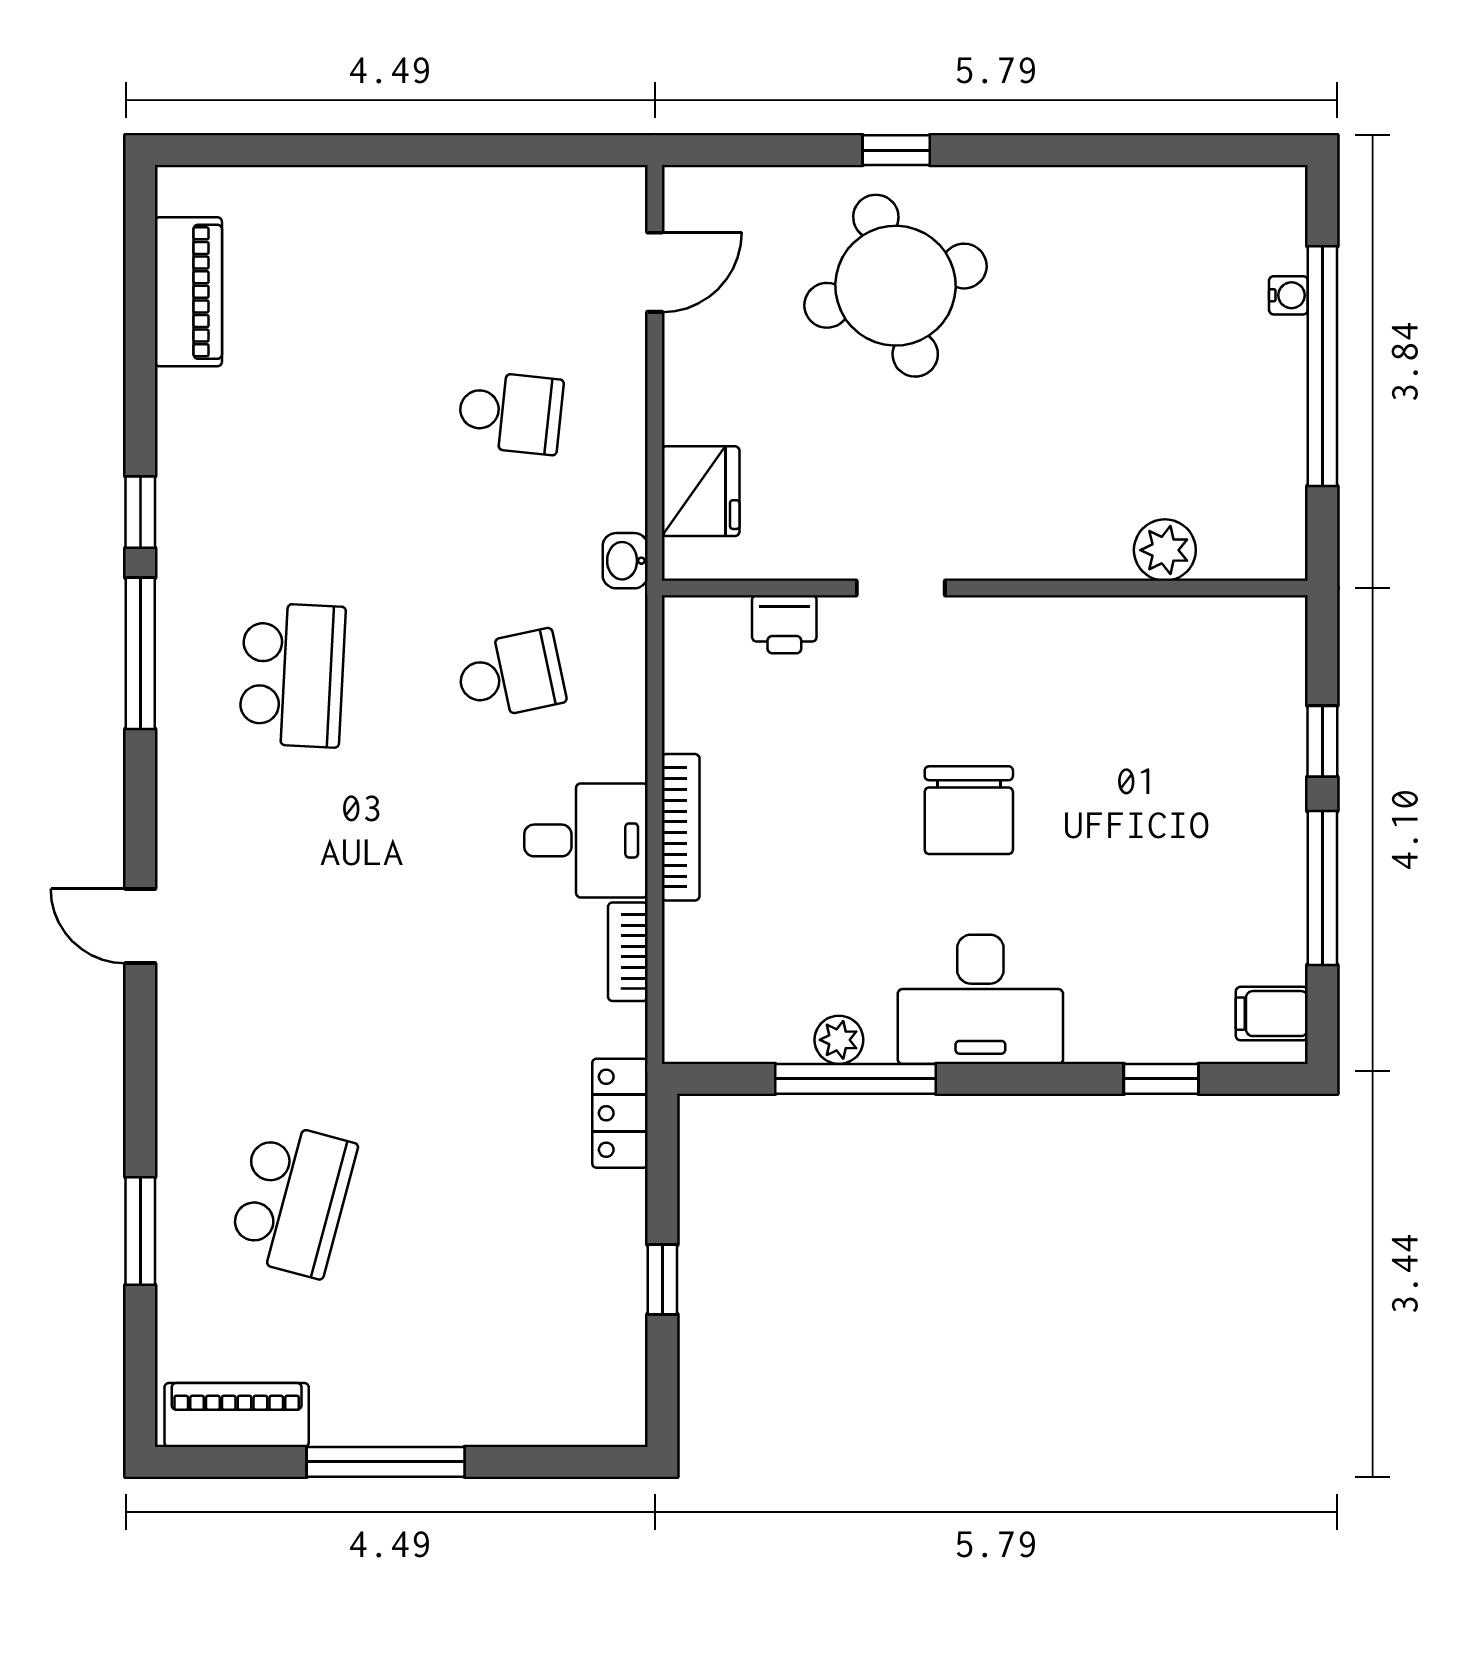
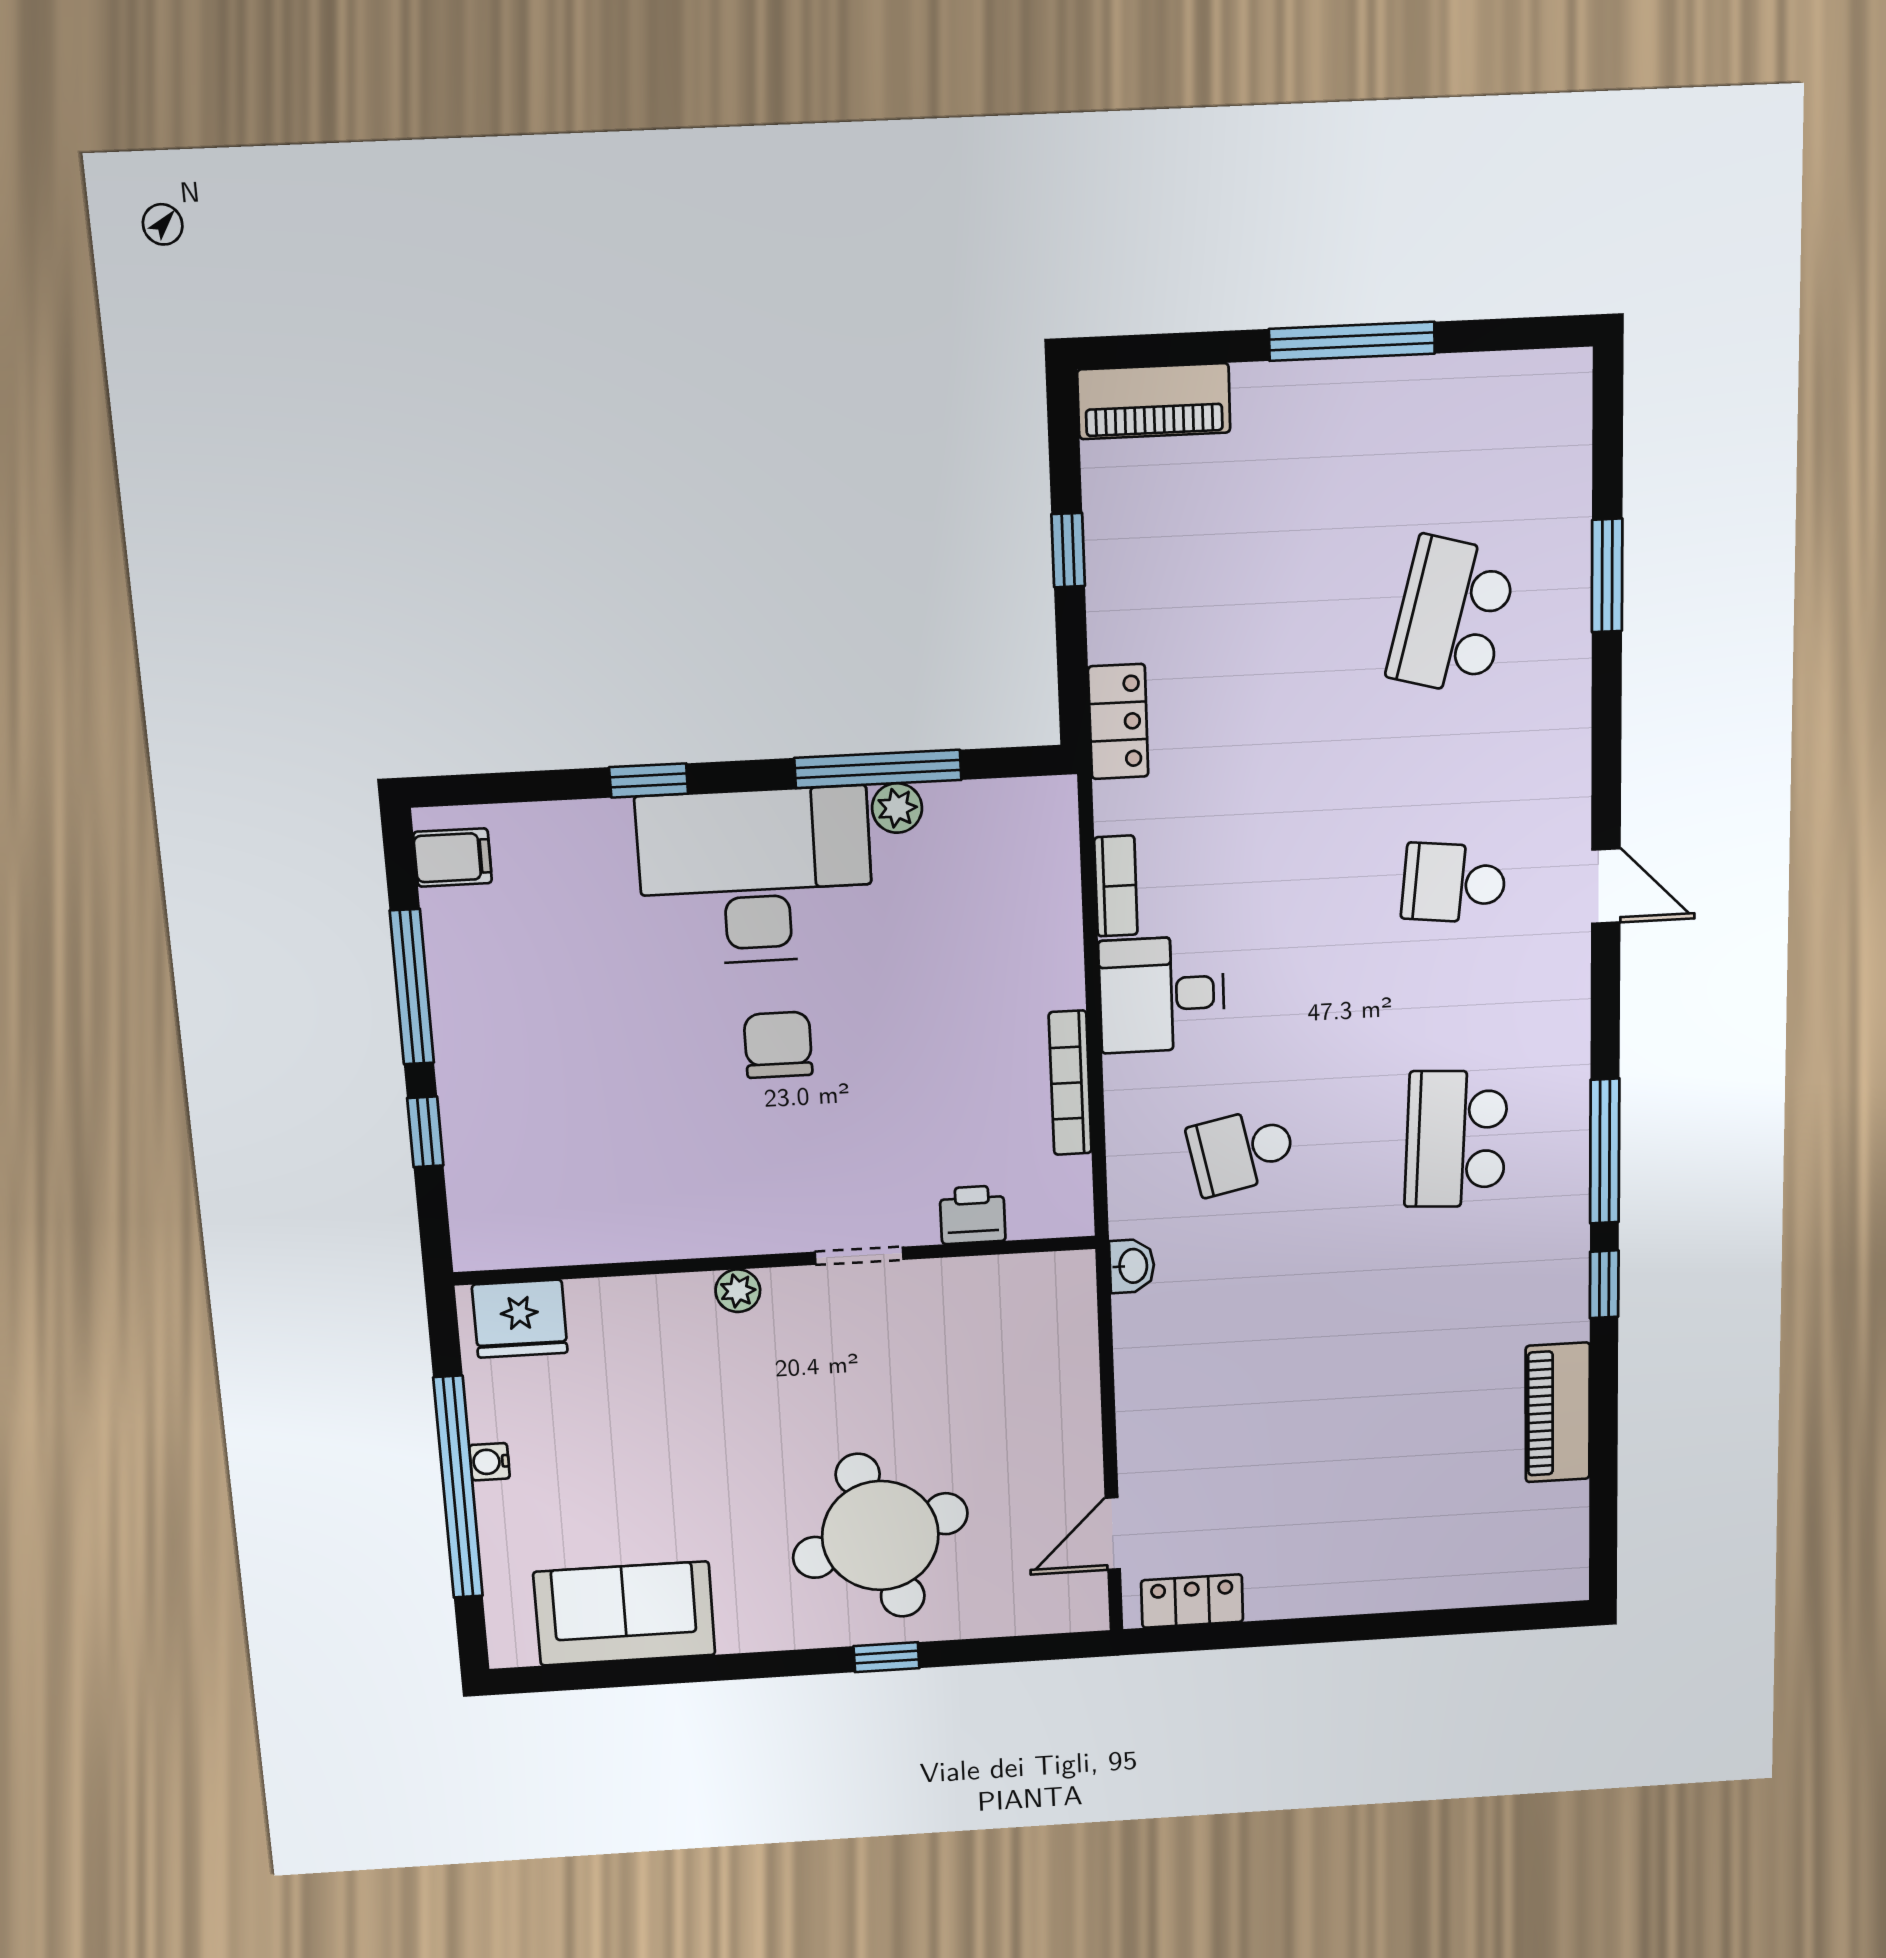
locker: (574, 192) -> (1192, 1601), added
sofa: (1164, 217) -> (625, 1613), added
piano: (188, 292) -> (1558, 1413), moved
water cooler: (1288, 295) -> (489, 1462), moved
school desk: (510, 413) -> (1454, 883), moved
fridge: (701, 491) -> (520, 1319), moved, turned -90
plant: (1165, 550) -> (738, 1291), moved, width x0.73, depth x0.73
chair: (969, 810) -> (778, 1045), width x0.73, depth x0.73
bookcase: (681, 827) -> (1070, 1083), moved
desk: (980, 999) -> (756, 876), width x1.36, depth x1.30
window: (1161, 1079) -> (649, 780), moved
piano: (237, 1415) -> (1154, 401), moved

